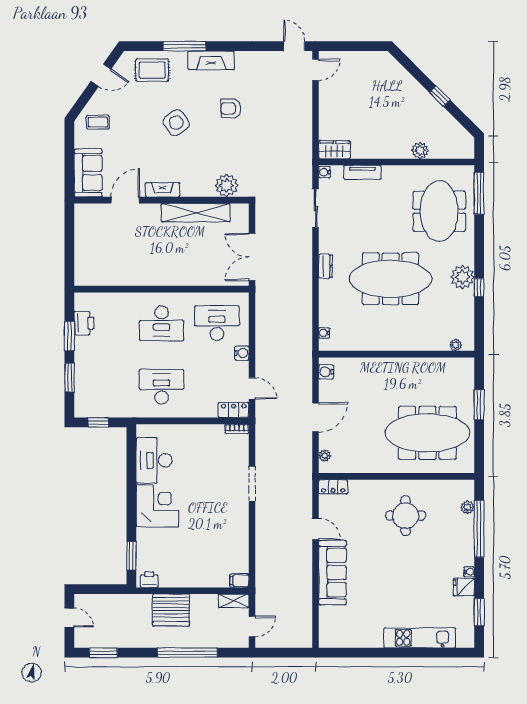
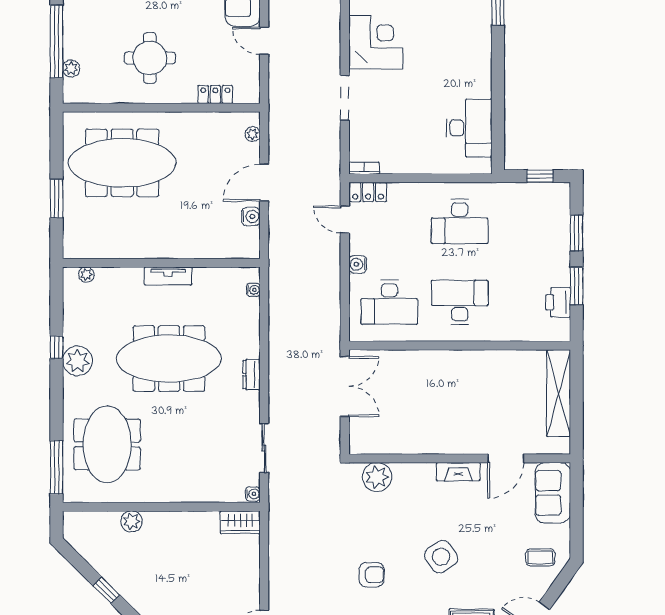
tv unit: (362, 172) -> (168, 276), moved, turned 180
shelving: (196, 213) -> (559, 393), moved, turned 90
water cooler: (326, 372) -> (251, 217), moved
locker: (333, 487) -> (215, 94), moved
corner desk: (158, 506) -> (376, 42), moved, turned 180

